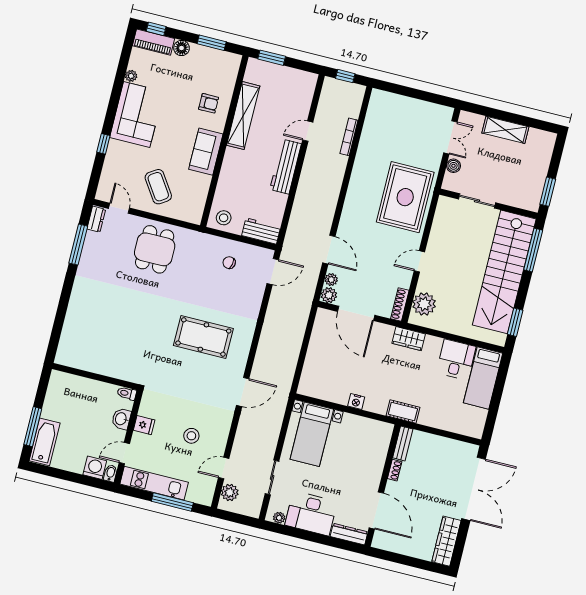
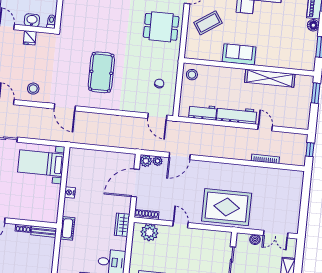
armchair: (209, 103) -> (275, 51), removed
workbench: (261, 231) -> (203, 112), moved, turned -90
stool: (191, 436) -> (33, 89), moved

